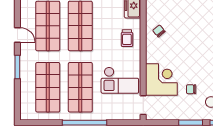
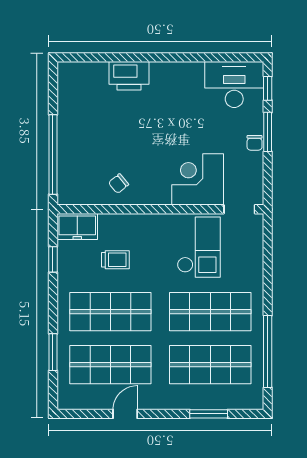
trolley: (127, 38) -> (115, 260), moved
window: (17, 67) -> (209, 414), moved
chair: (191, 89) -> (255, 143), moved
window: (84, 123) -> (268, 351), moved

